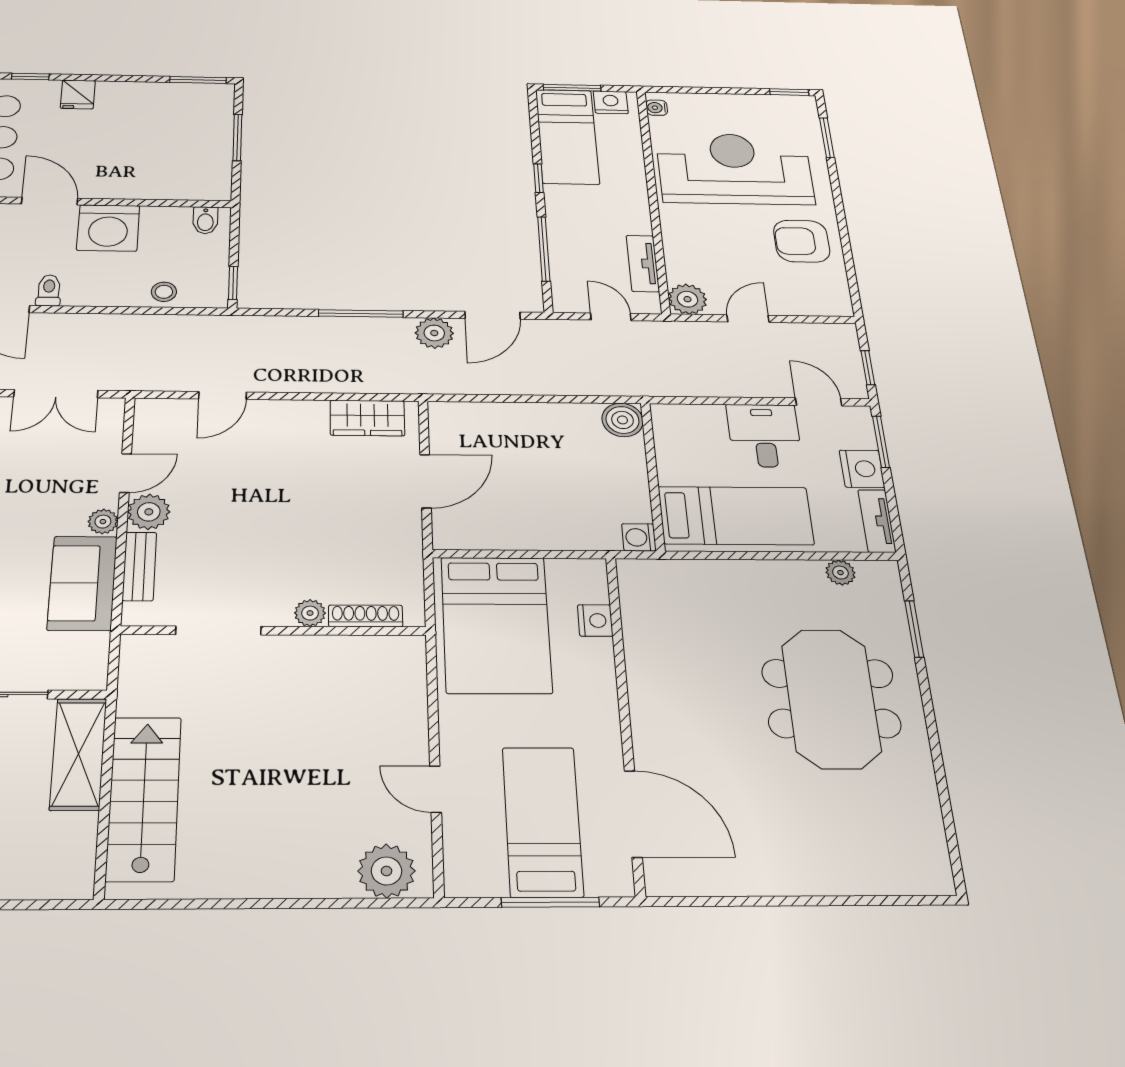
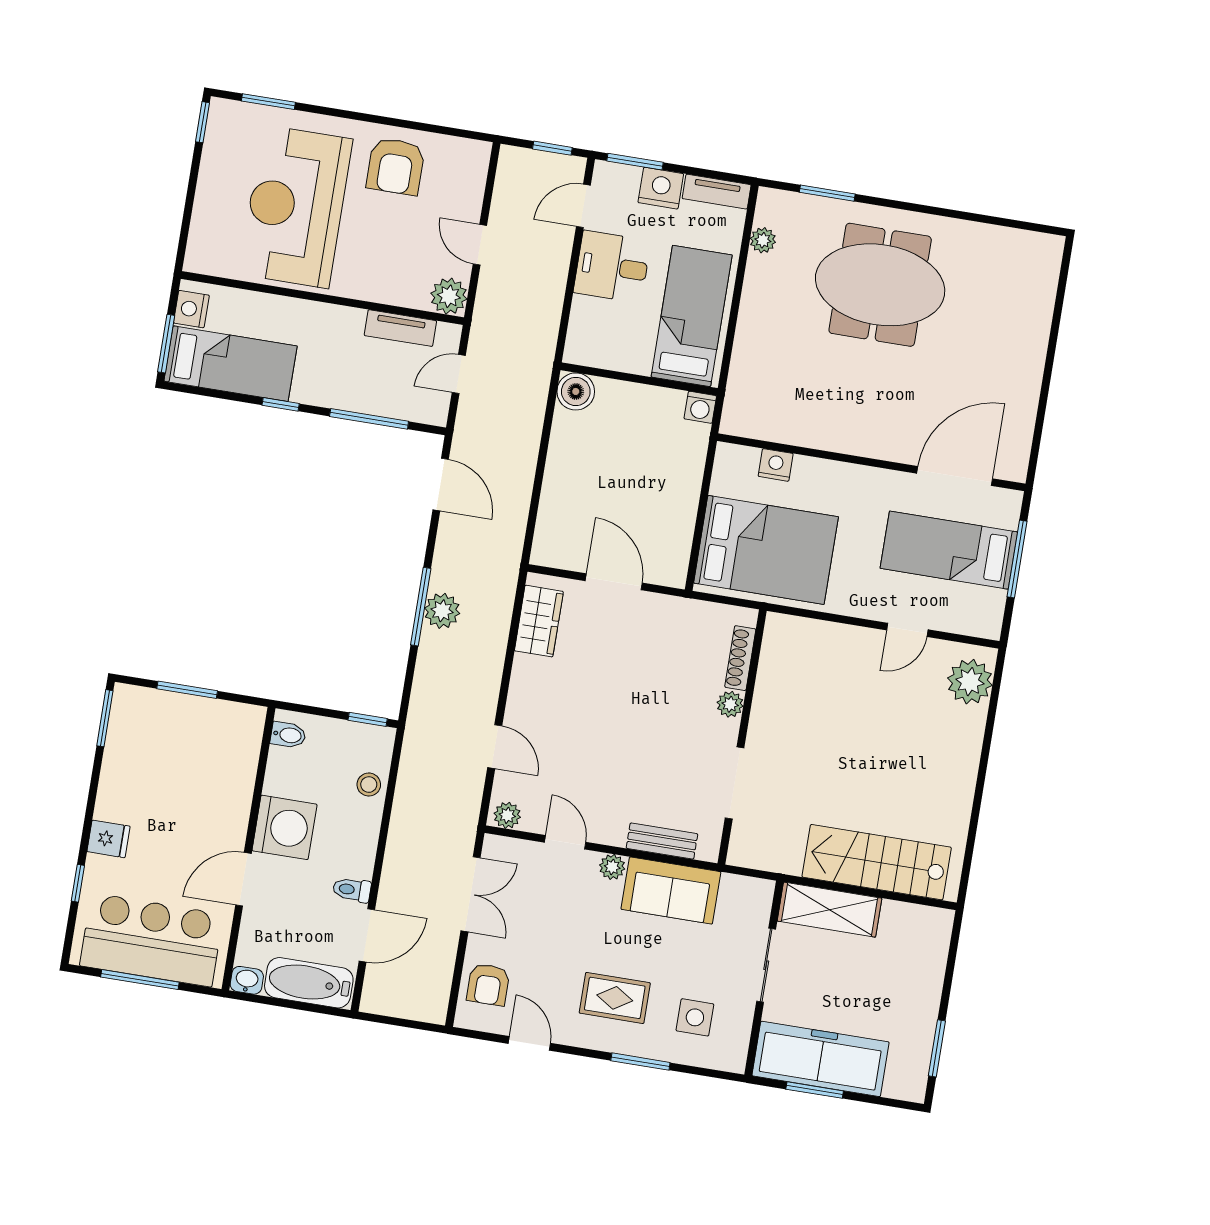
water cooler: (657, 108) -> (205, 264), removed
plant: (434, 333) -> (442, 611), moved
plant: (149, 512) -> (507, 815), moved, width x0.73, depth x0.73

